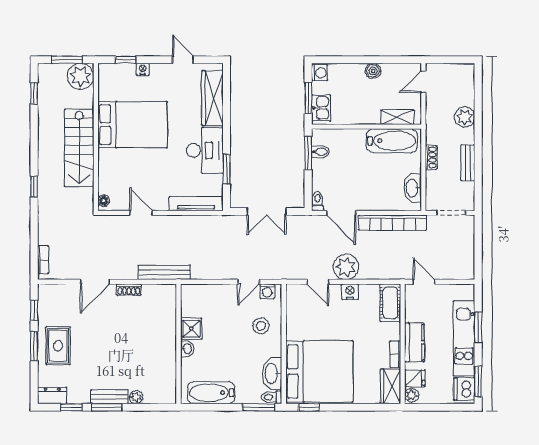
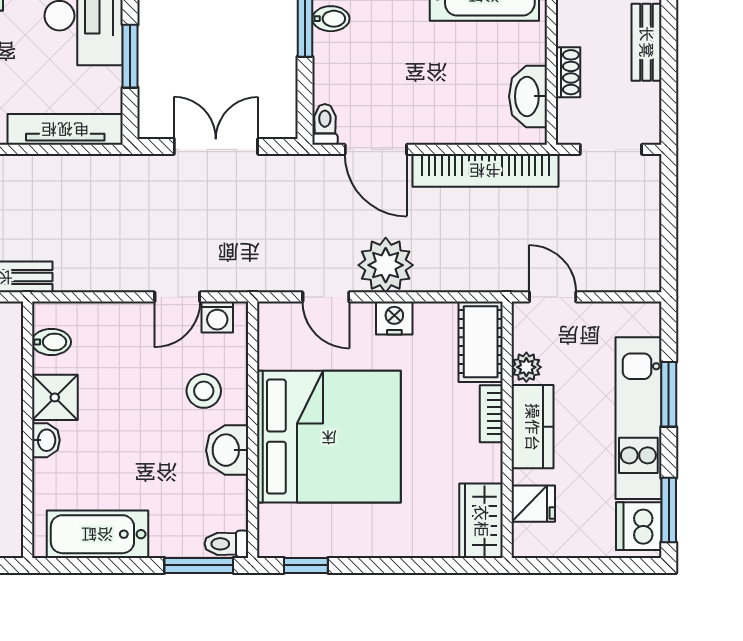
shoe rack: (431, 157) -> (568, 72), moved
double door: (267, 211) -> (216, 146), swing flipped
bidet: (190, 303) -> (51, 342), added
bookcase: (395, 354) -> (491, 414), moved
bed: (319, 371) -> (329, 437), moved
washbasin: (272, 373) -> (227, 450), moved, width x0.72
plant: (412, 395) -> (526, 367), moved

